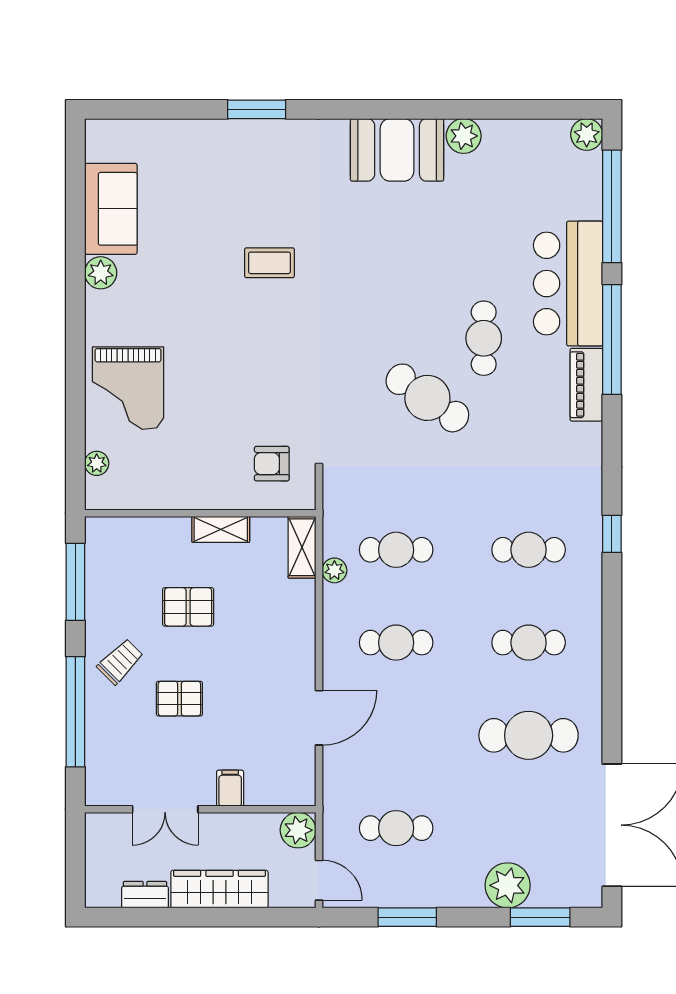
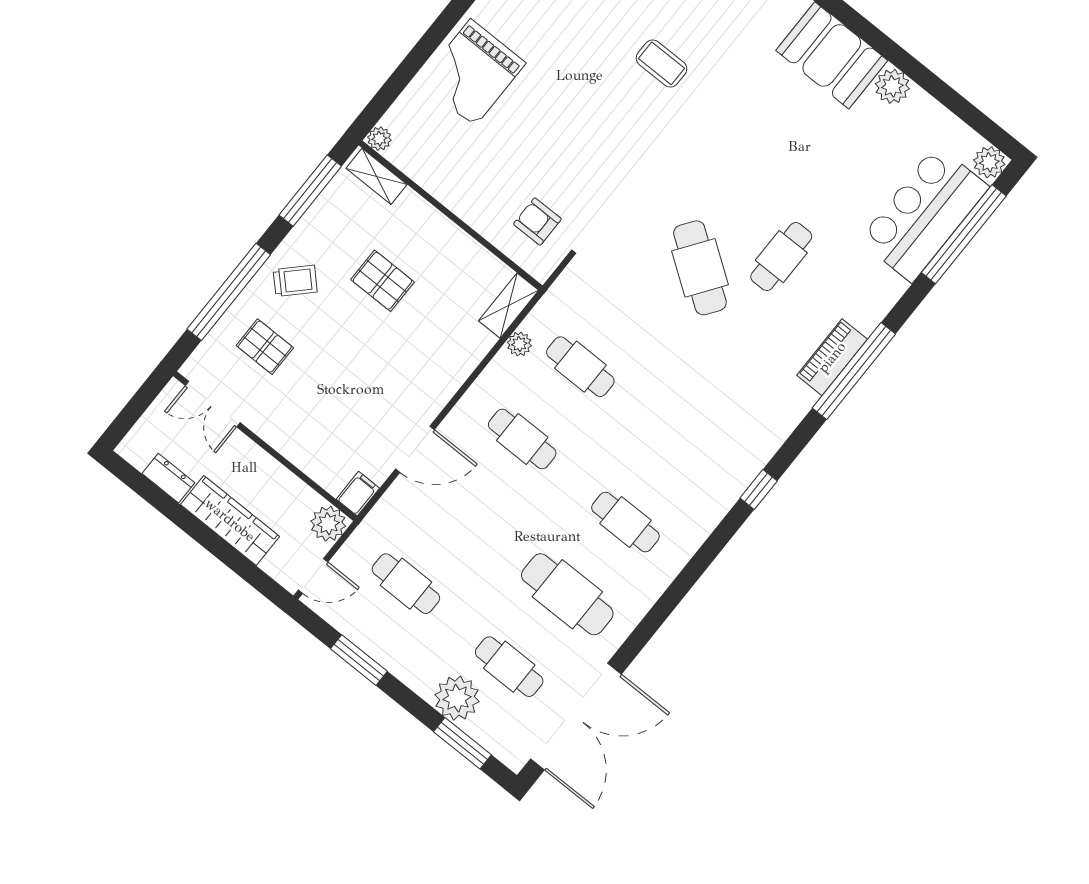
bar counter: (568, 284) -> (924, 214), moved
window: (612, 339) -> (854, 371), moved
plant: (97, 463) -> (379, 139), moved
shelving: (221, 529) -> (377, 176), moved
cafe table: (529, 550) -> (509, 667), moved
pallet: (179, 699) -> (265, 347), moved
filing cabinet: (230, 788) -> (358, 494), moved
double door: (165, 809) -> (213, 404), moved
door: (319, 880) -> (313, 576), hinge flipped

